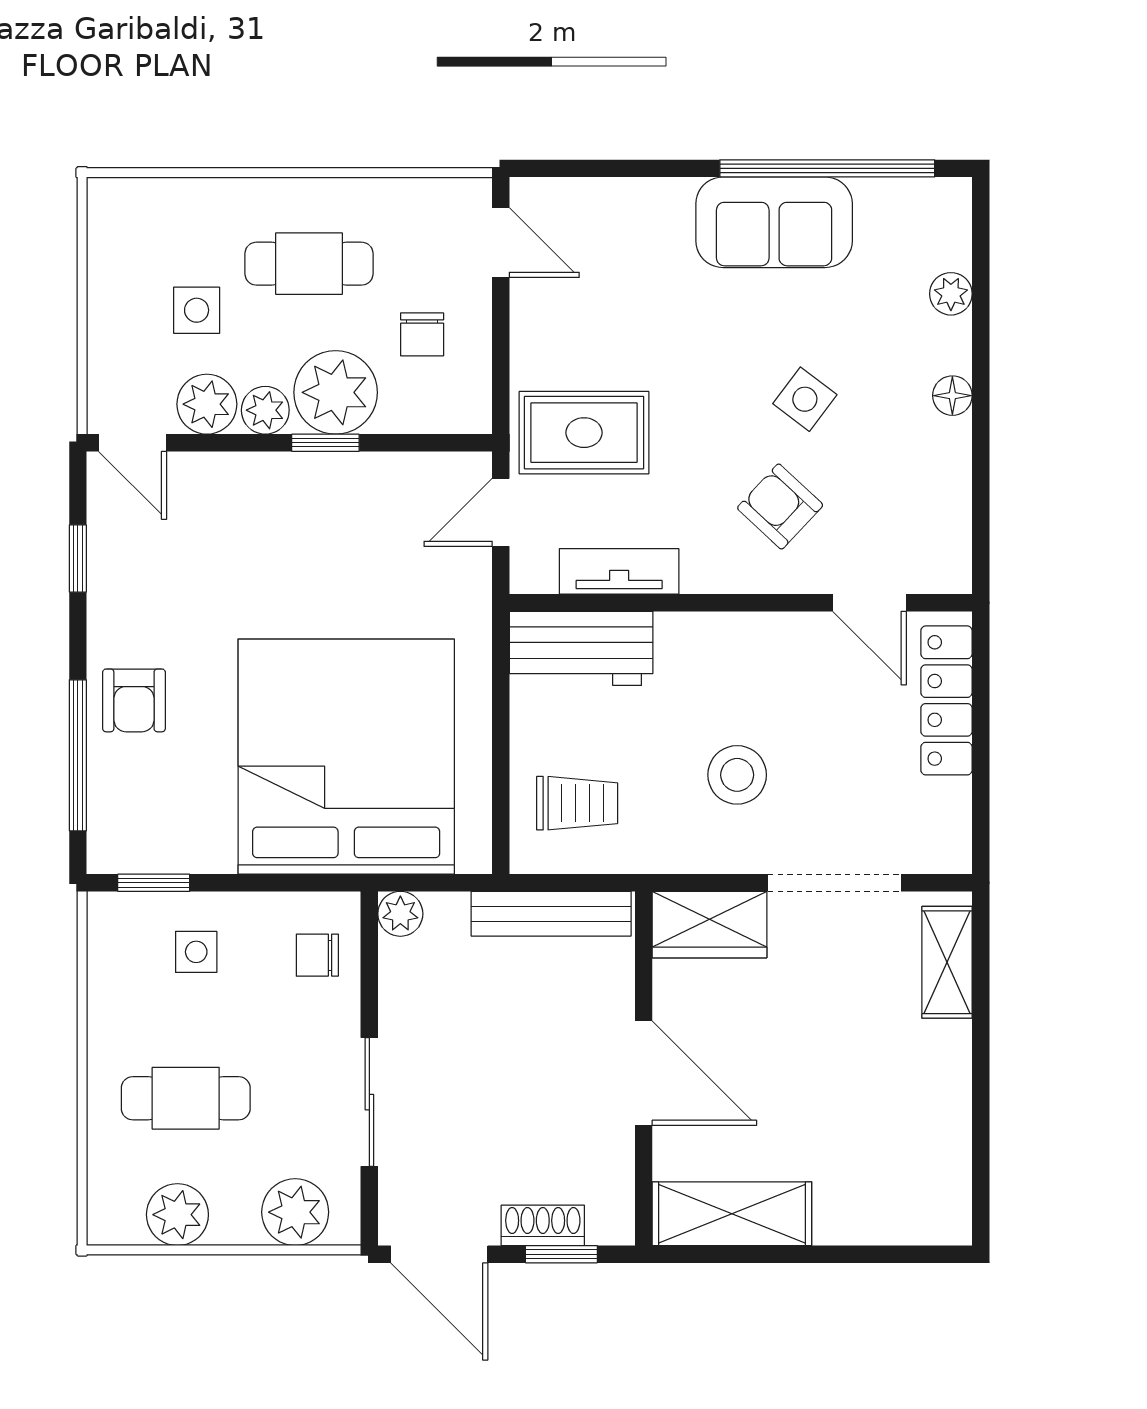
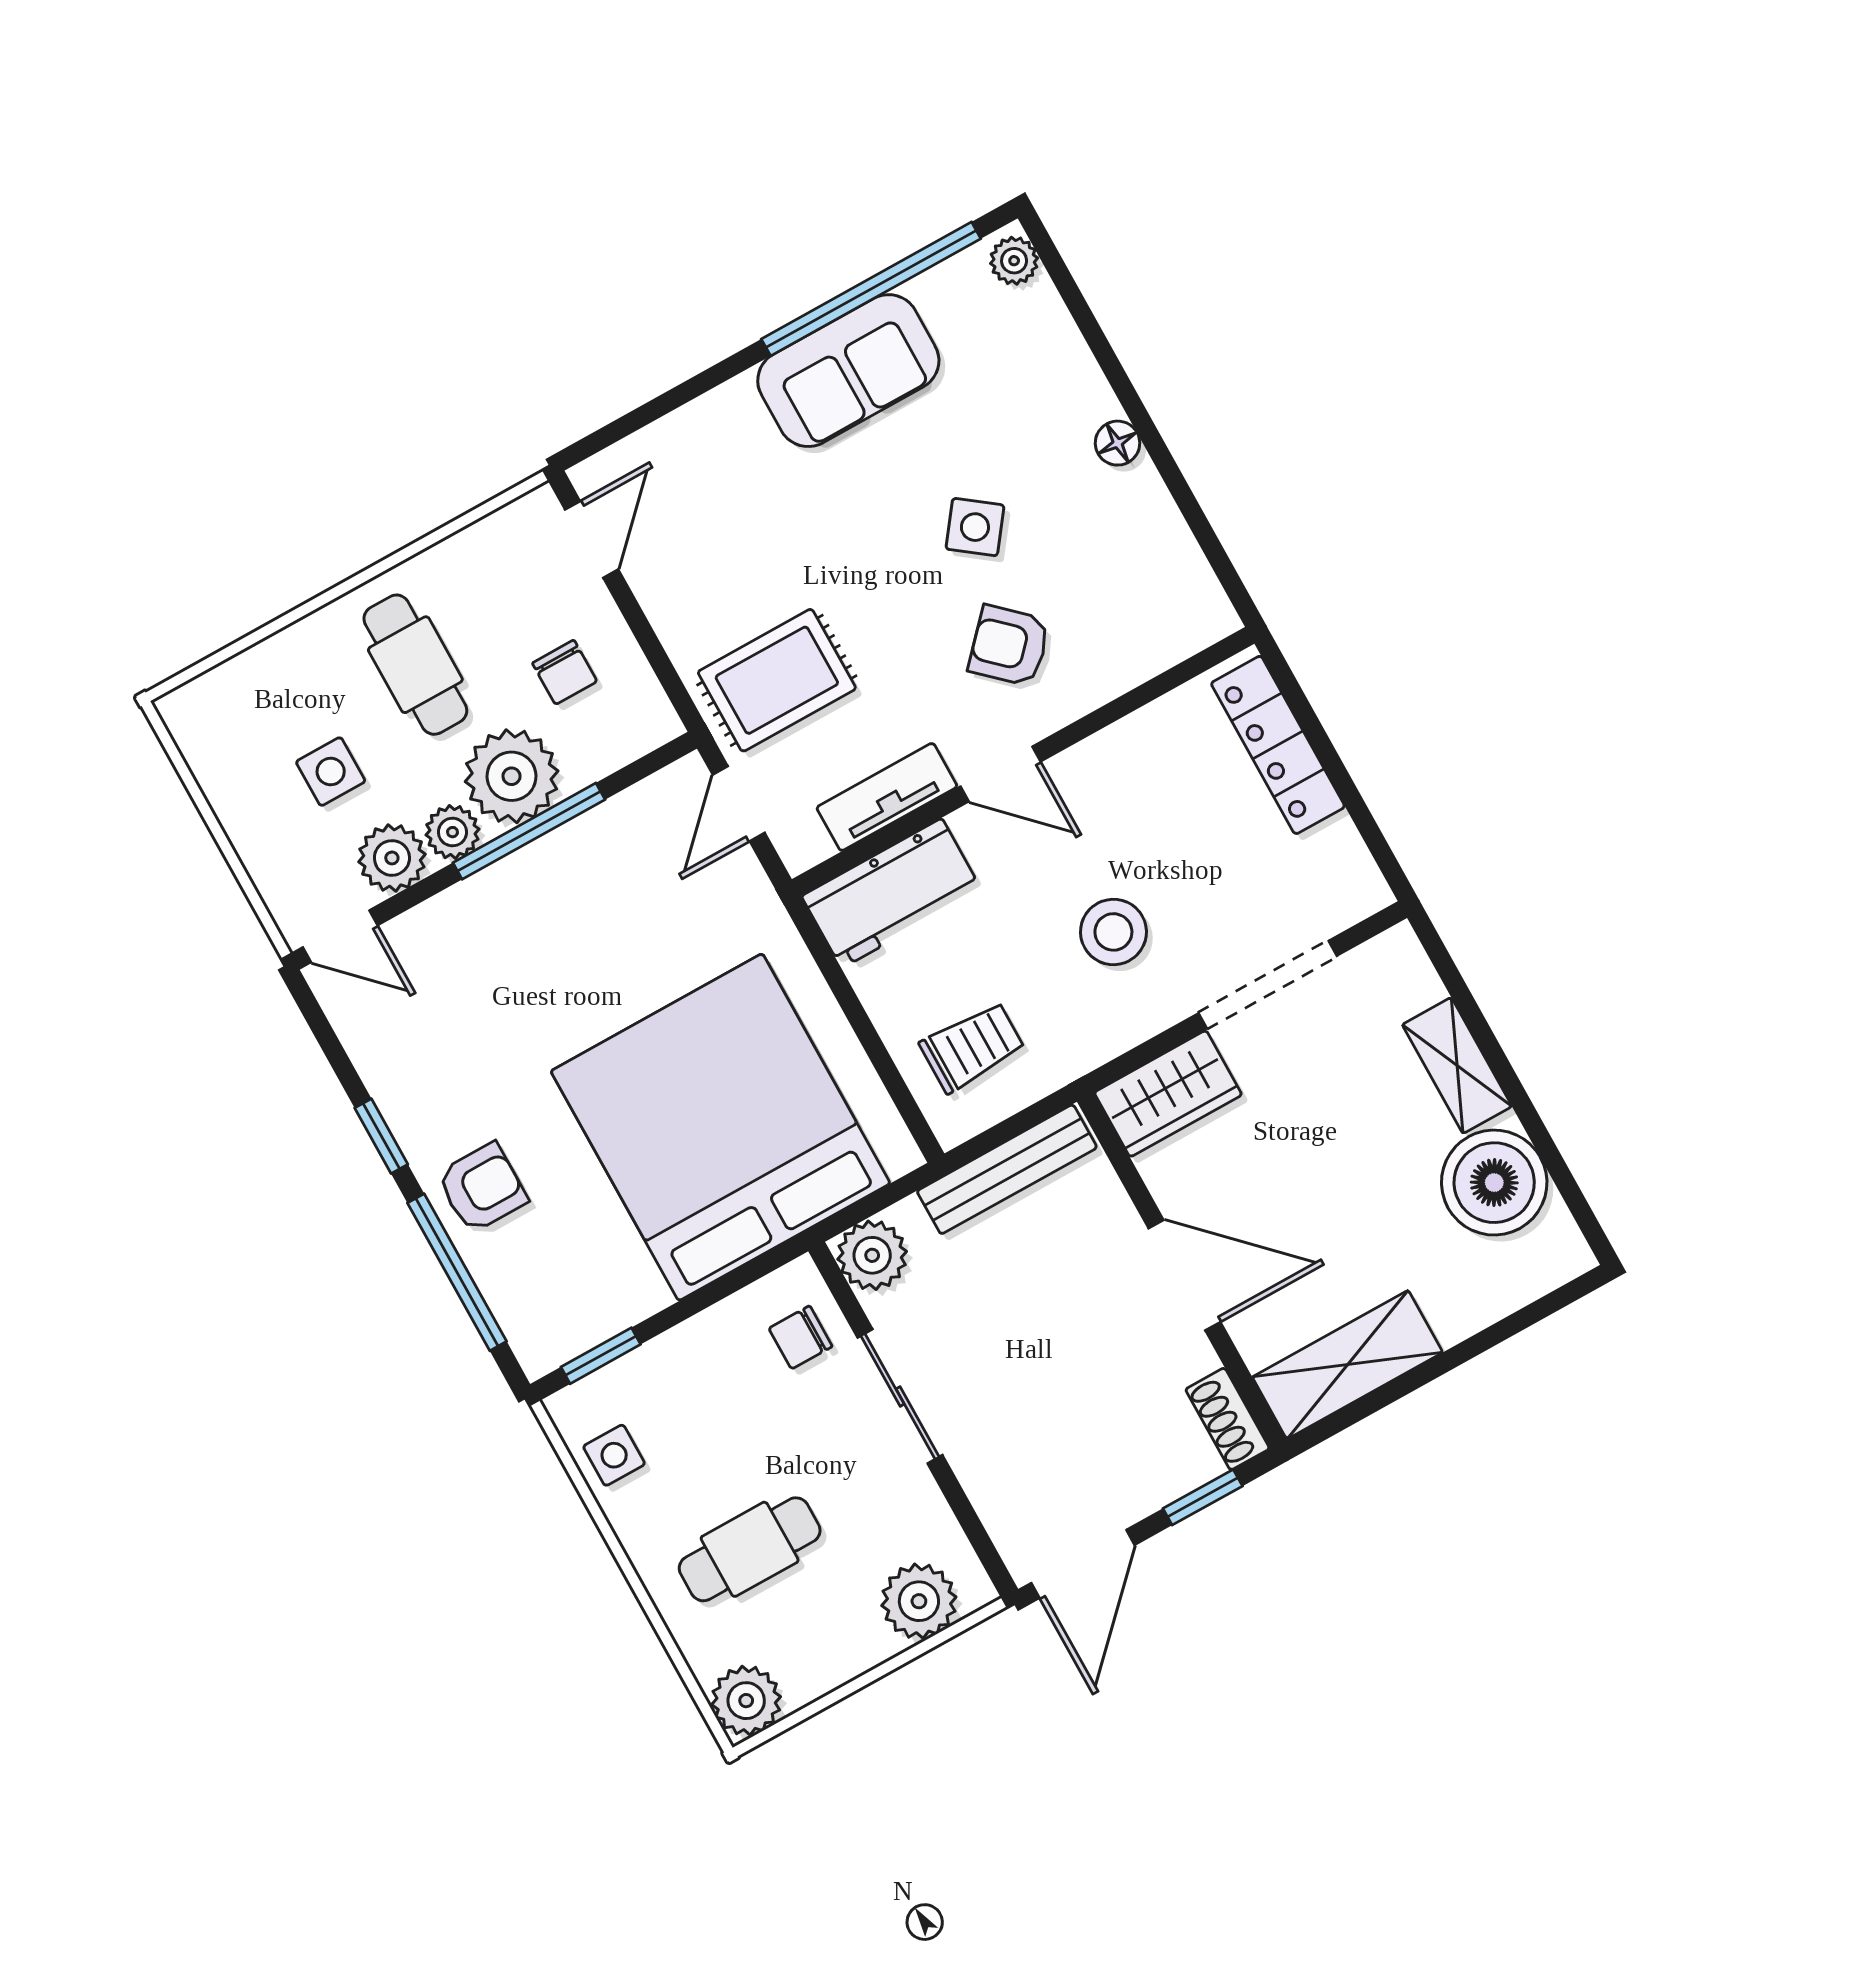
door: (501, 242) -> (592, 539), hinge flipped
cafe table: (309, 264) -> (415, 665), turned 90
plant: (951, 294) -> (1014, 261), moved
window: (325, 443) -> (529, 831), width x2.17
window: (78, 559) -> (381, 1136), moved
door: (869, 603) -> (1000, 774), moved
armchair: (134, 700) -> (482, 1188), turned -90
plant: (400, 914) -> (872, 1255), width x1.38, depth x1.38
side table: (196, 952) -> (614, 1455), moved
shelving: (947, 962) -> (1457, 1065), moved
sliding door: (369, 1102) -> (900, 1396), moved
boiler: (925, 1135) -> (1494, 1183), added
plant: (177, 1215) -> (746, 1701), moved
shoe rack: (543, 1225) -> (1228, 1419), moved, turned -90
door: (439, 1254) -> (1083, 1564), hinge flipped

